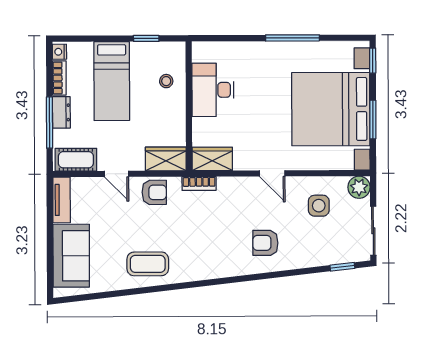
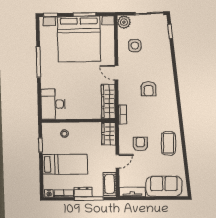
desk: (213, 90) -> (53, 104), moved, turned 90
wardrobe: (212, 159) -> (108, 101), width x1.50
door: (272, 173) -> (116, 73), swing flipped
armchair: (154, 192) -> (140, 144), moved
armchair: (265, 243) -> (149, 89), moved

